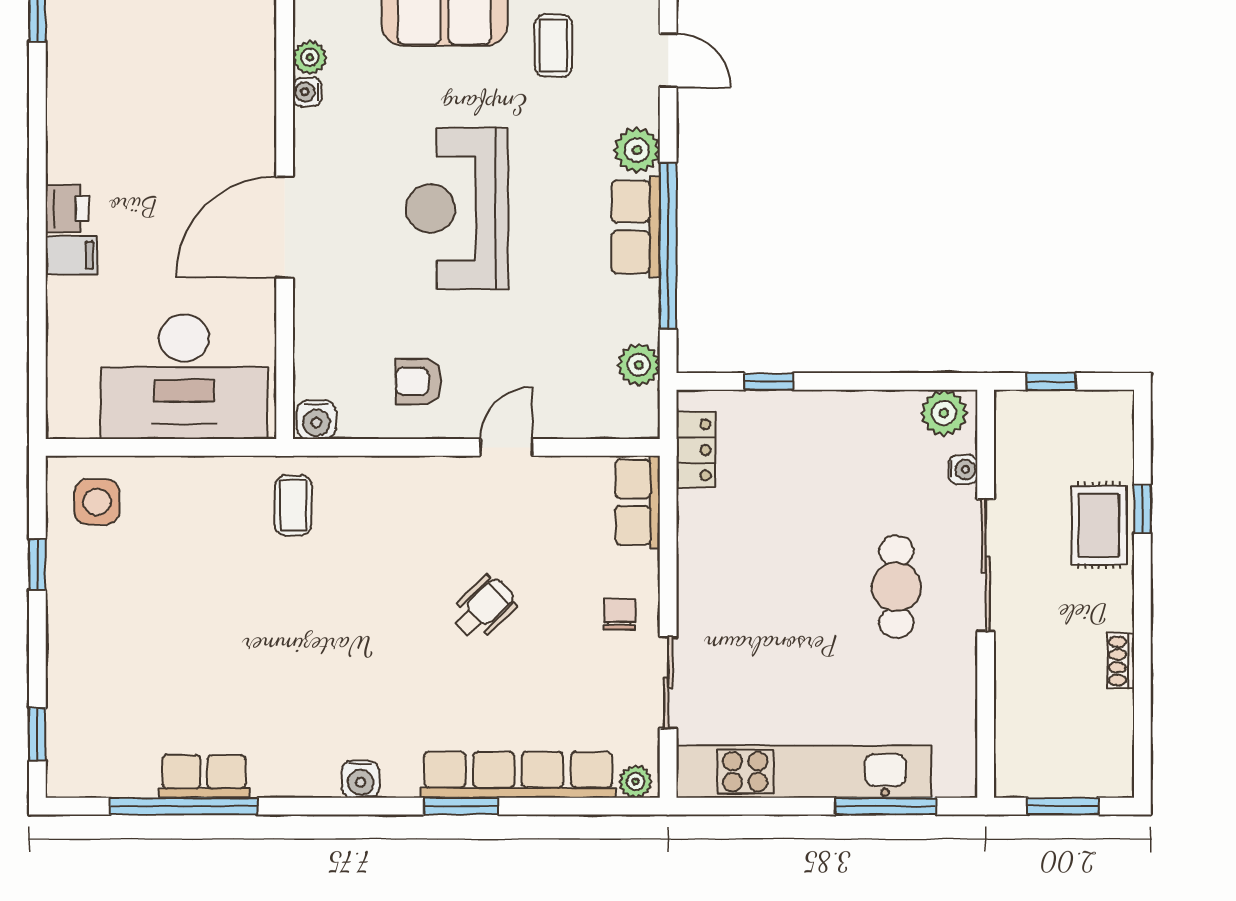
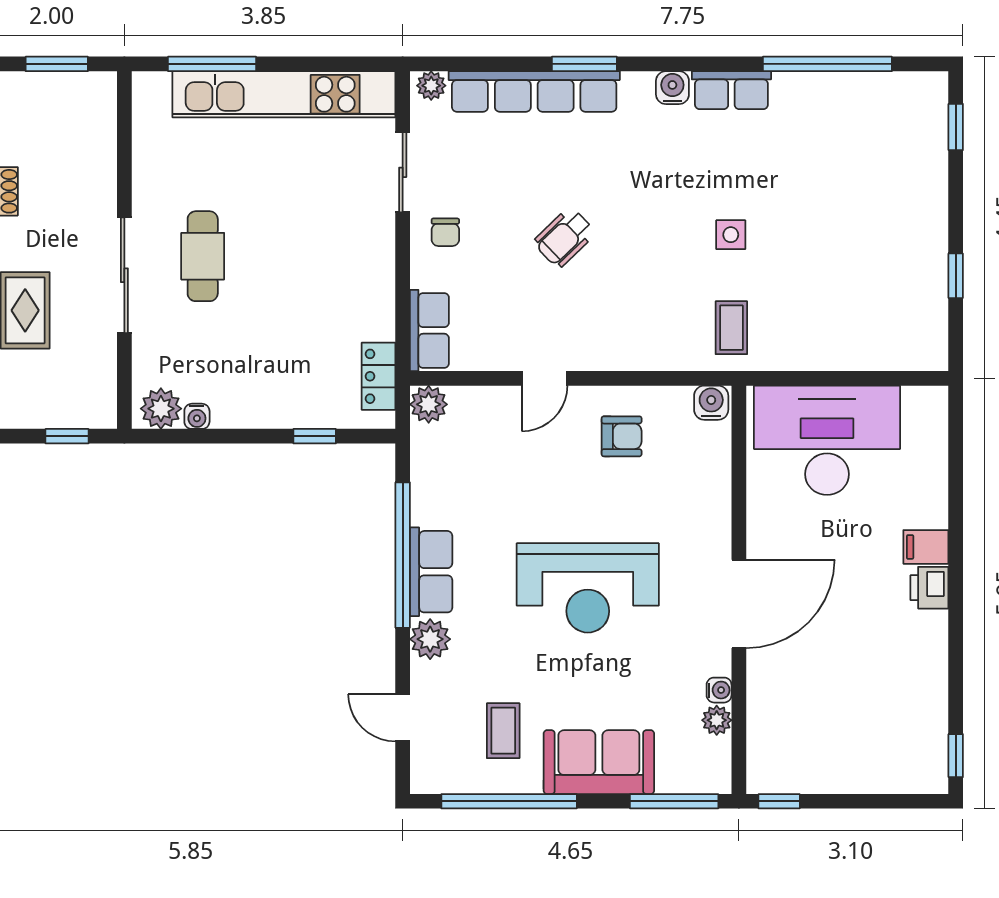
reception desk: (457, 208) -> (588, 588), turned 90
door: (285, 227) -> (739, 604), moved
plant: (639, 365) -> (429, 404), moved
water cooler: (963, 470) -> (197, 416), moved, turned -90
side table: (97, 502) -> (731, 235), moved, width x0.73, depth x0.73
row of seats: (204, 776) -> (731, 90), moved

